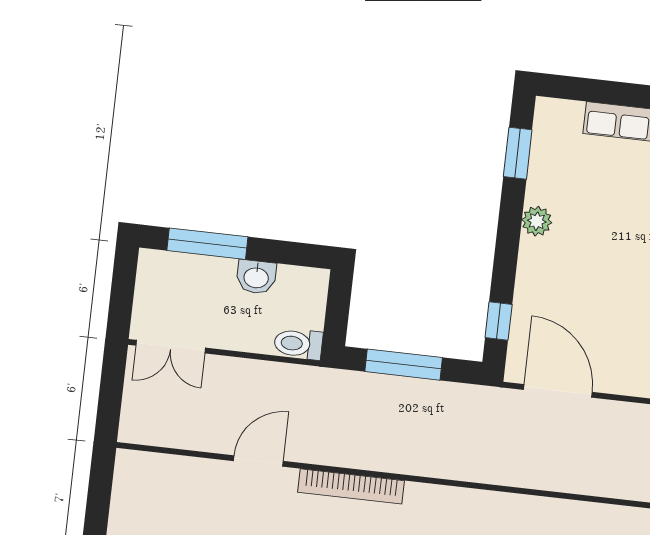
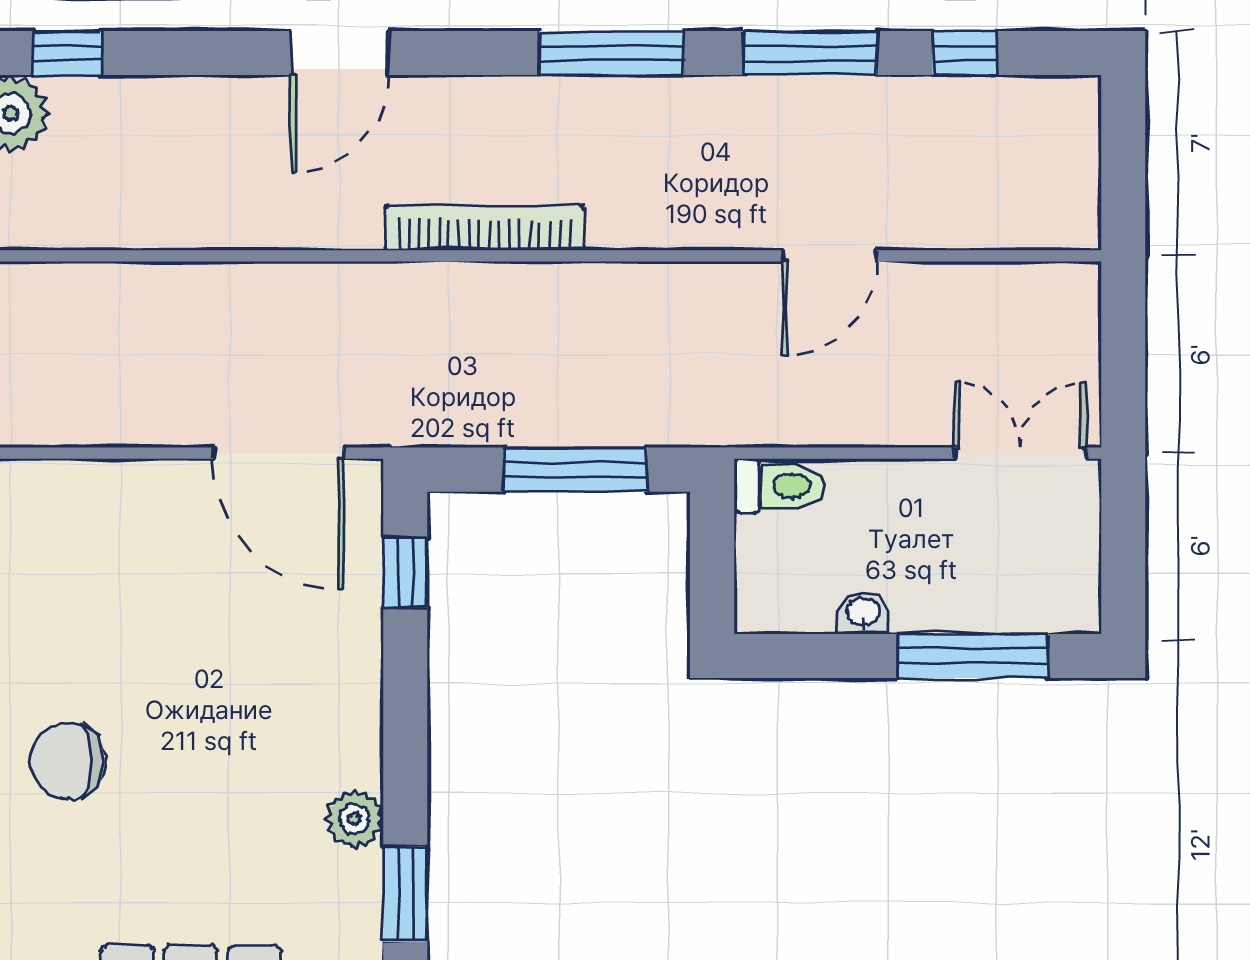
plant: (537, 221) -> (354, 819), moved
washbasin: (256, 277) -> (863, 613), width x0.72, depth x0.69
bookcase: (351, 486) -> (484, 228), moved

